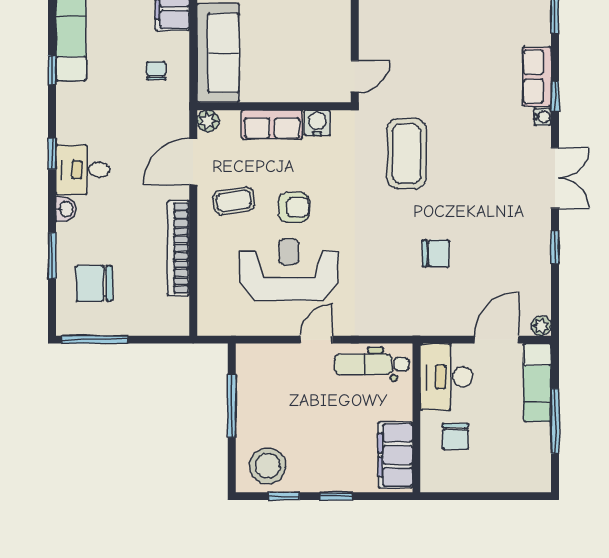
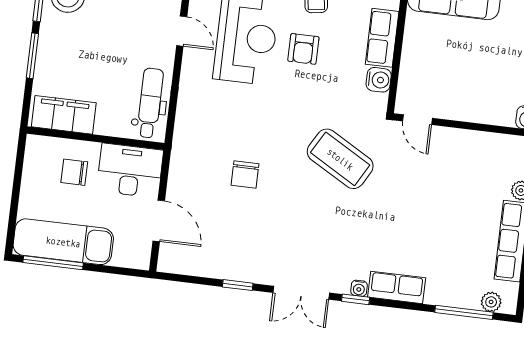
window: (555, 96) -> (356, 299), moved
coffee table: (407, 154) -> (340, 159), turned 30
plant: (541, 326) -> (166, 264), removed
door: (316, 340) -> (182, 31), moved
exam couch: (537, 383) -> (63, 242), moved, width x1.36, depth x1.45
window: (555, 421) -> (53, 263), moved
window: (336, 496) -> (32, 56), width x1.50

